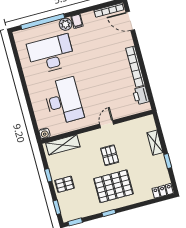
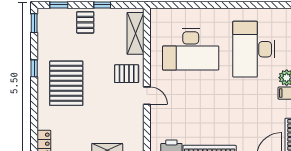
desk: (51, 54) -> (254, 49), turned 180
water cooler: (45, 133) -> (156, 14), removed
pallet: (110, 155) -> (127, 74), moved

